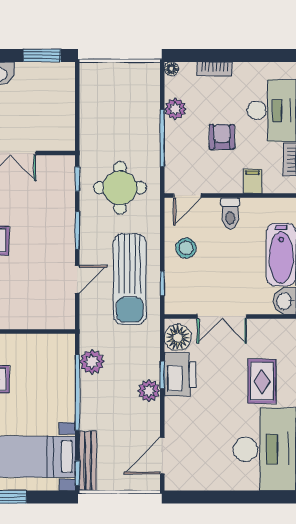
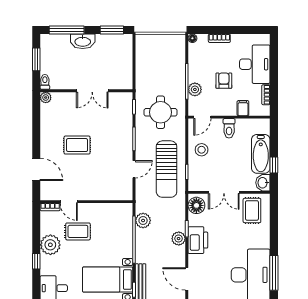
plant: (175, 109) -> (195, 89), moved
printer: (180, 374) -> (198, 240), moved
rug: (262, 381) -> (252, 210), moved
door: (162, 456) -> (187, 279), hinge flipped

